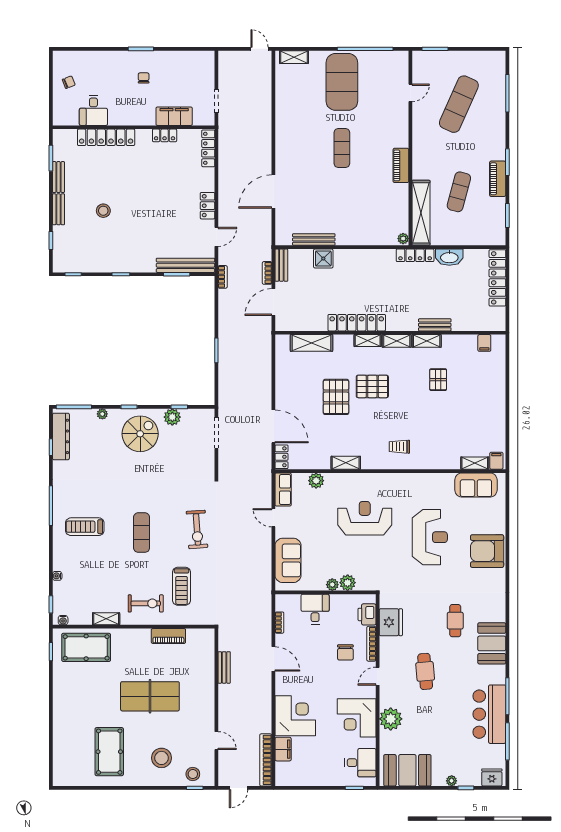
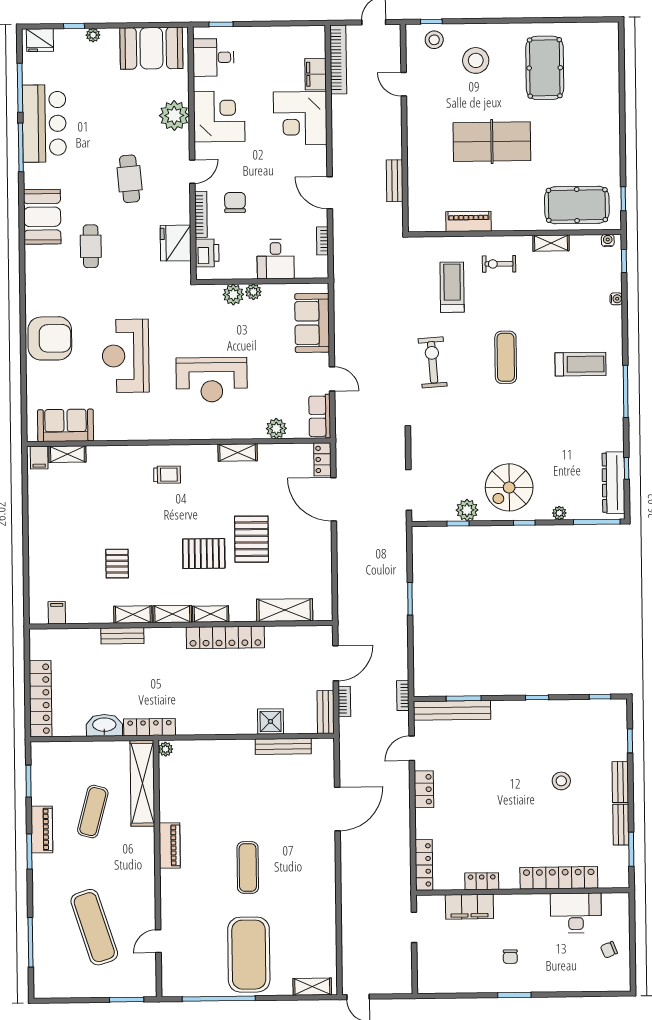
exercise mat: (459, 104) -> (94, 927), turned -42
desk: (93, 111) -> (576, 913), width x1.37
exercise bike: (146, 603) -> (499, 264), width x0.73, depth x0.72

